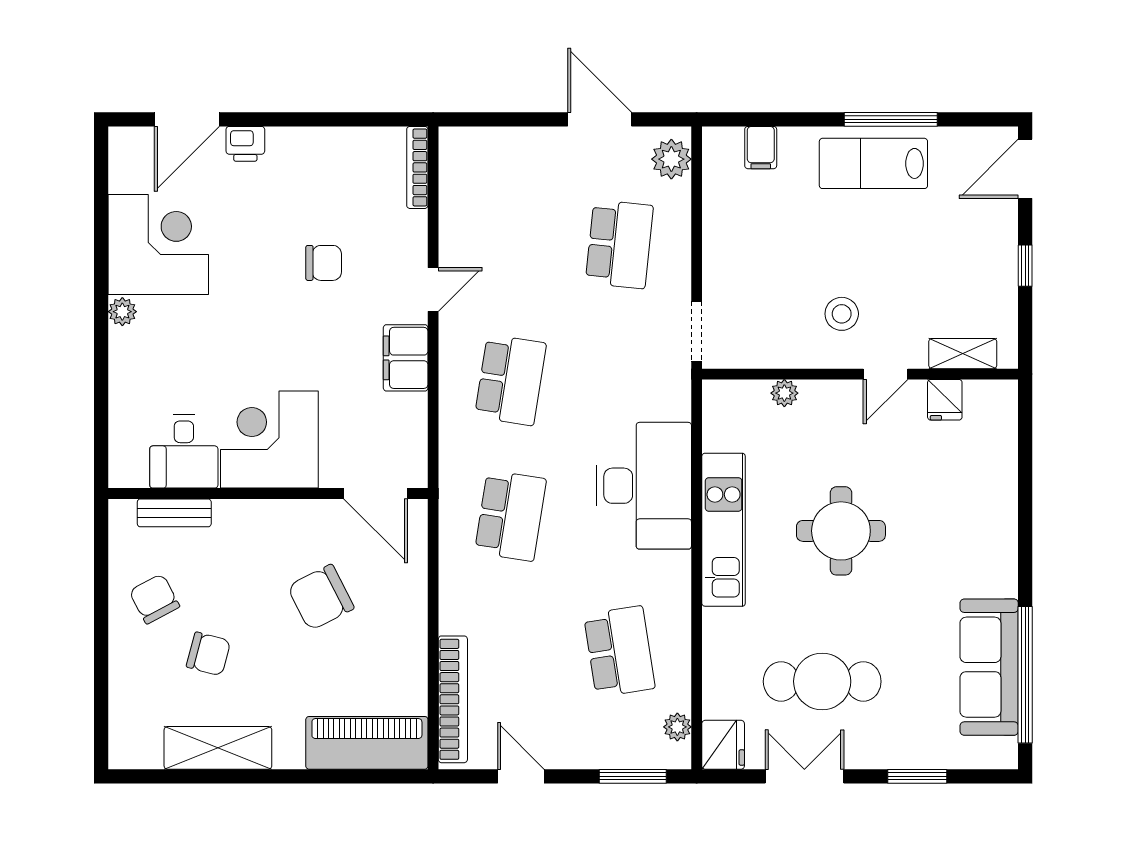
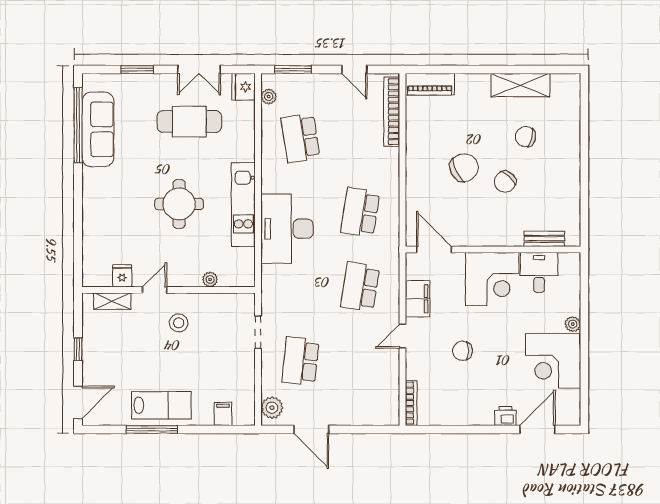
doorway: (697, 332) -> (258, 332), moved
corner desk: (269, 440) -> (492, 279), moved
desk: (184, 452) -> (539, 272), moved
wall: (268, 494) -> (493, 249), moved
door: (376, 494) -> (434, 249), moved
bench: (174, 513) -> (544, 239), moved
chair: (154, 599) -> (505, 182), moved, turned 70
piano: (367, 743) -> (430, 84), width x0.73, depth x0.75

